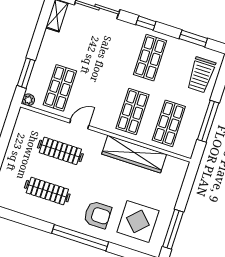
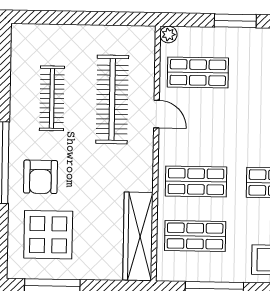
window: (26, 73) -> (235, 21), moved
clothes rail: (60, 151) -> (112, 99), width x1.37, depth x1.31
wardrobe: (134, 154) -> (138, 236), moved

